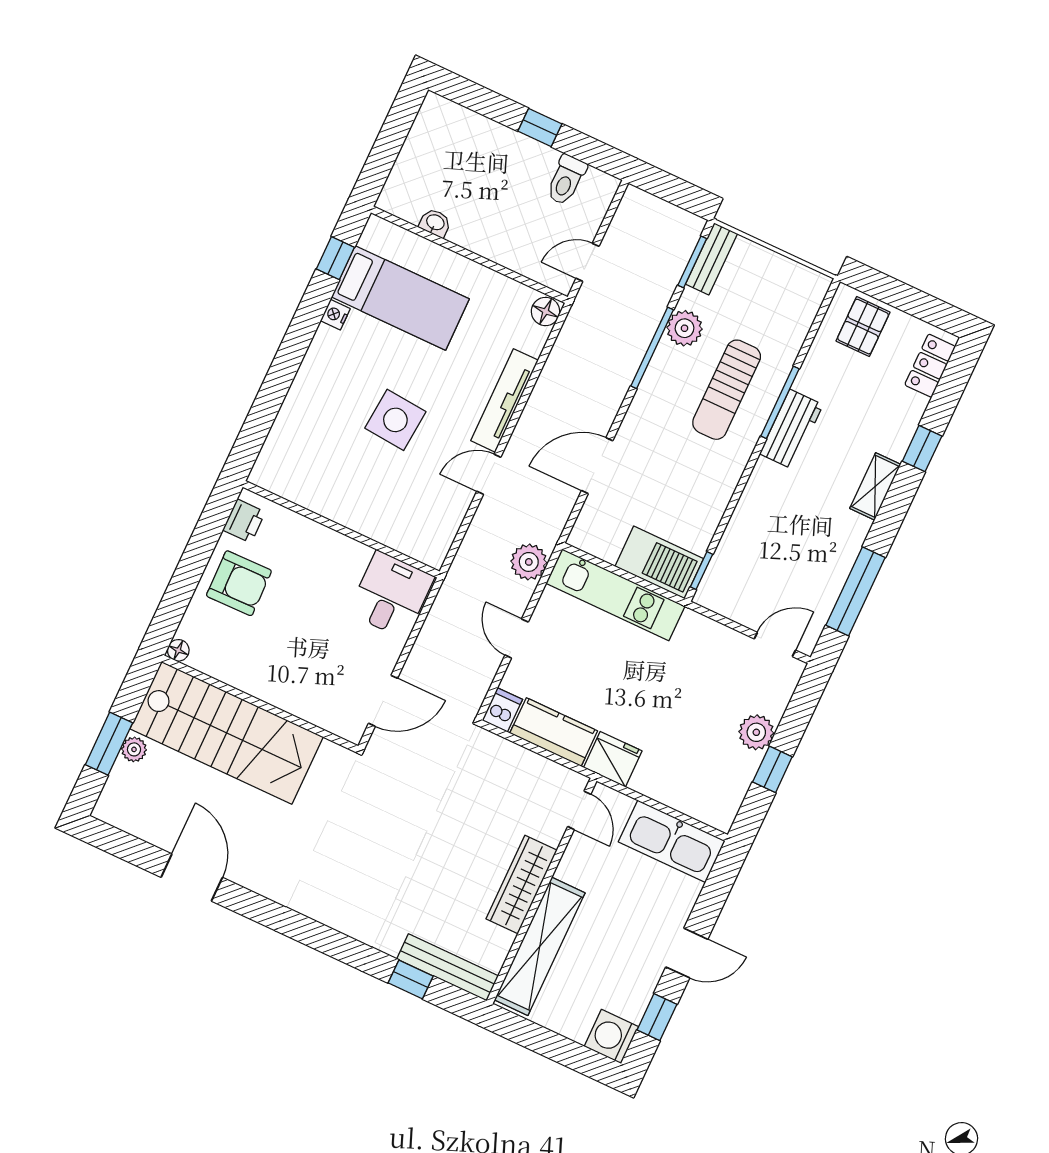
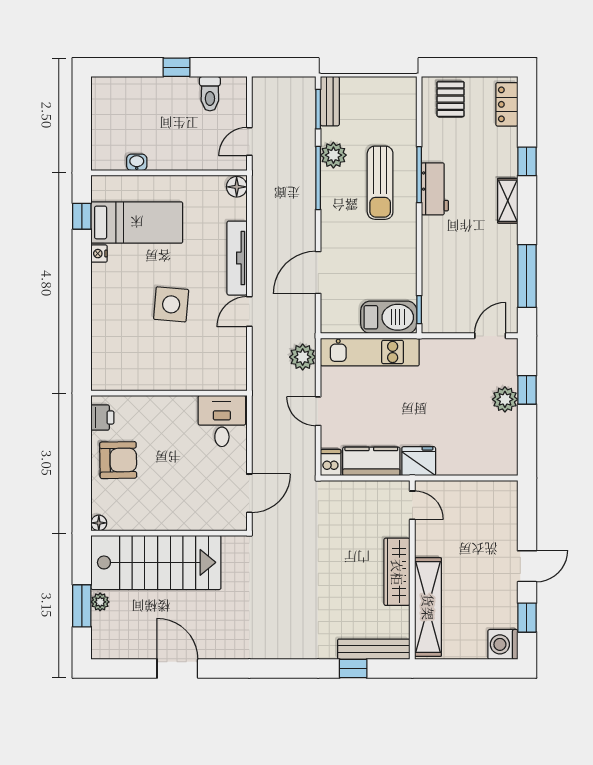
window: (772, 769) -> (527, 390), moved
kitchen sink: (672, 841) -> (483, 497), removed

